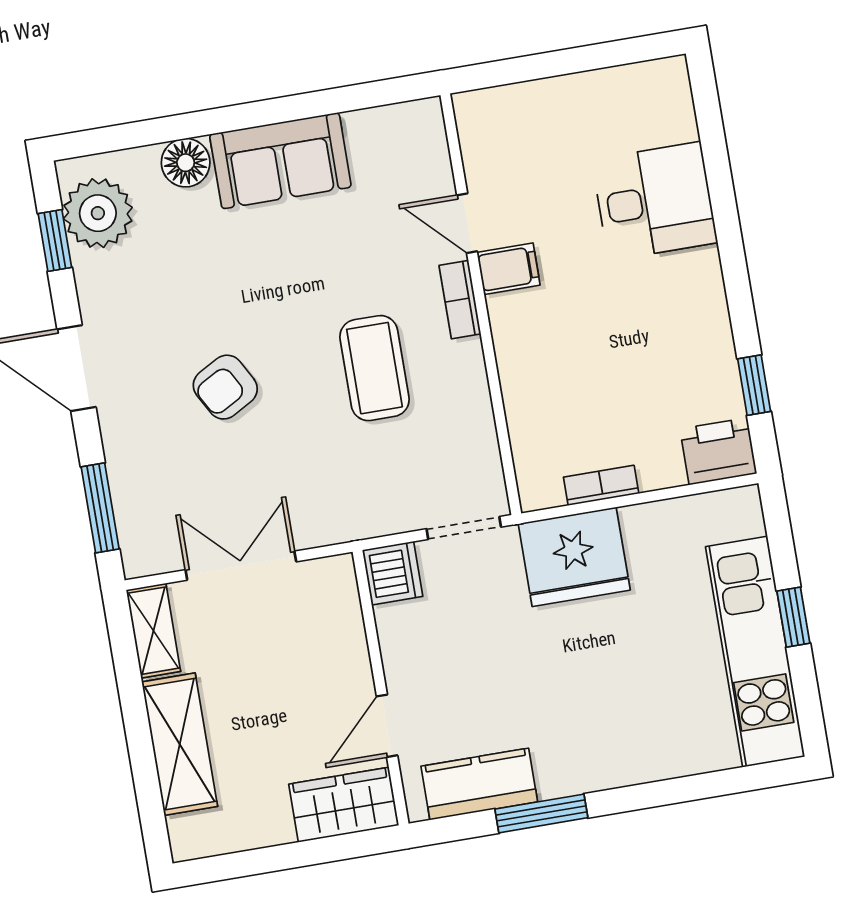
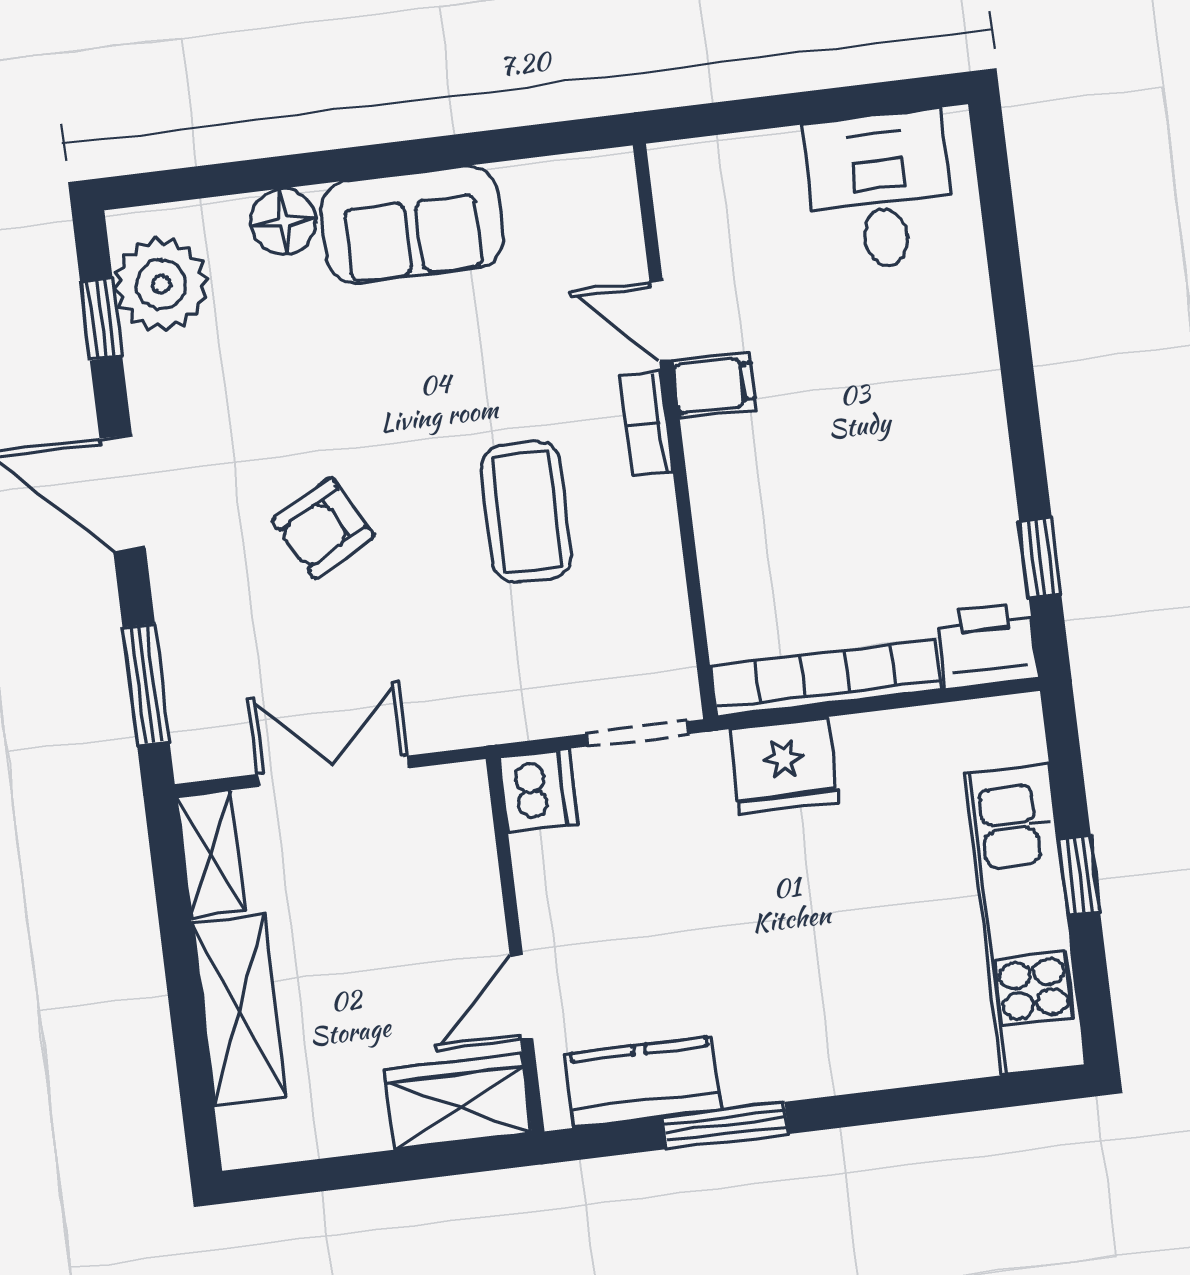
desk: (655, 201) -> (881, 191), moved, turned -90
bookcase: (601, 485) -> (826, 678), width x2.31, depth x1.31
fridge: (574, 557) -> (784, 765), width x0.73, depth x0.75

